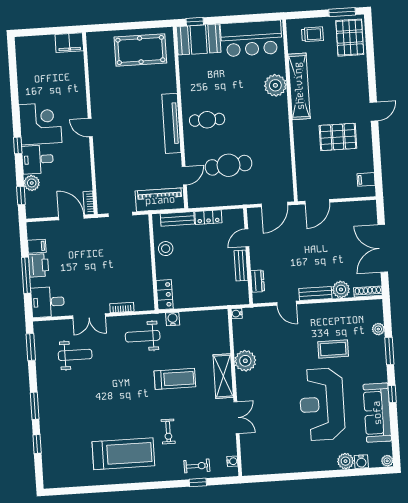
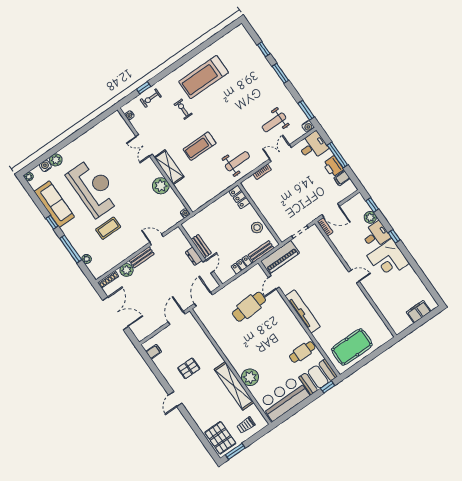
filing cabinet: (69, 43) -> (419, 312), moved
cafe table: (207, 120) -> (302, 352), moved
pallet: (338, 137) -> (189, 368), width x0.67, depth x0.71
dresser: (258, 281) -> (194, 256), moved
water cooler: (173, 319) -> (308, 126), moved
window: (389, 351) -> (71, 249), width x1.44

